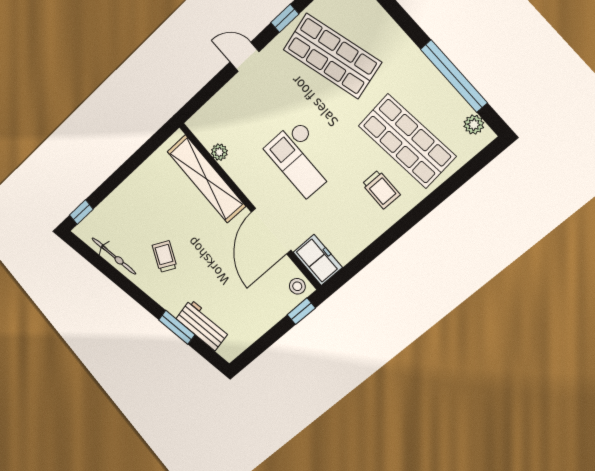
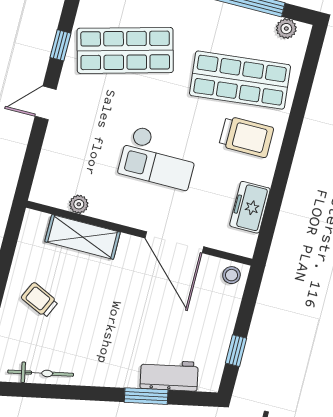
shelving: (206, 179) -> (83, 237), width x0.68
trolley: (381, 189) -> (246, 137), width x1.36, depth x1.39
trolley: (165, 257) -> (40, 300), moved
freezer: (318, 260) -> (250, 207), moved, turned -90
window: (301, 311) -> (236, 351), moved

